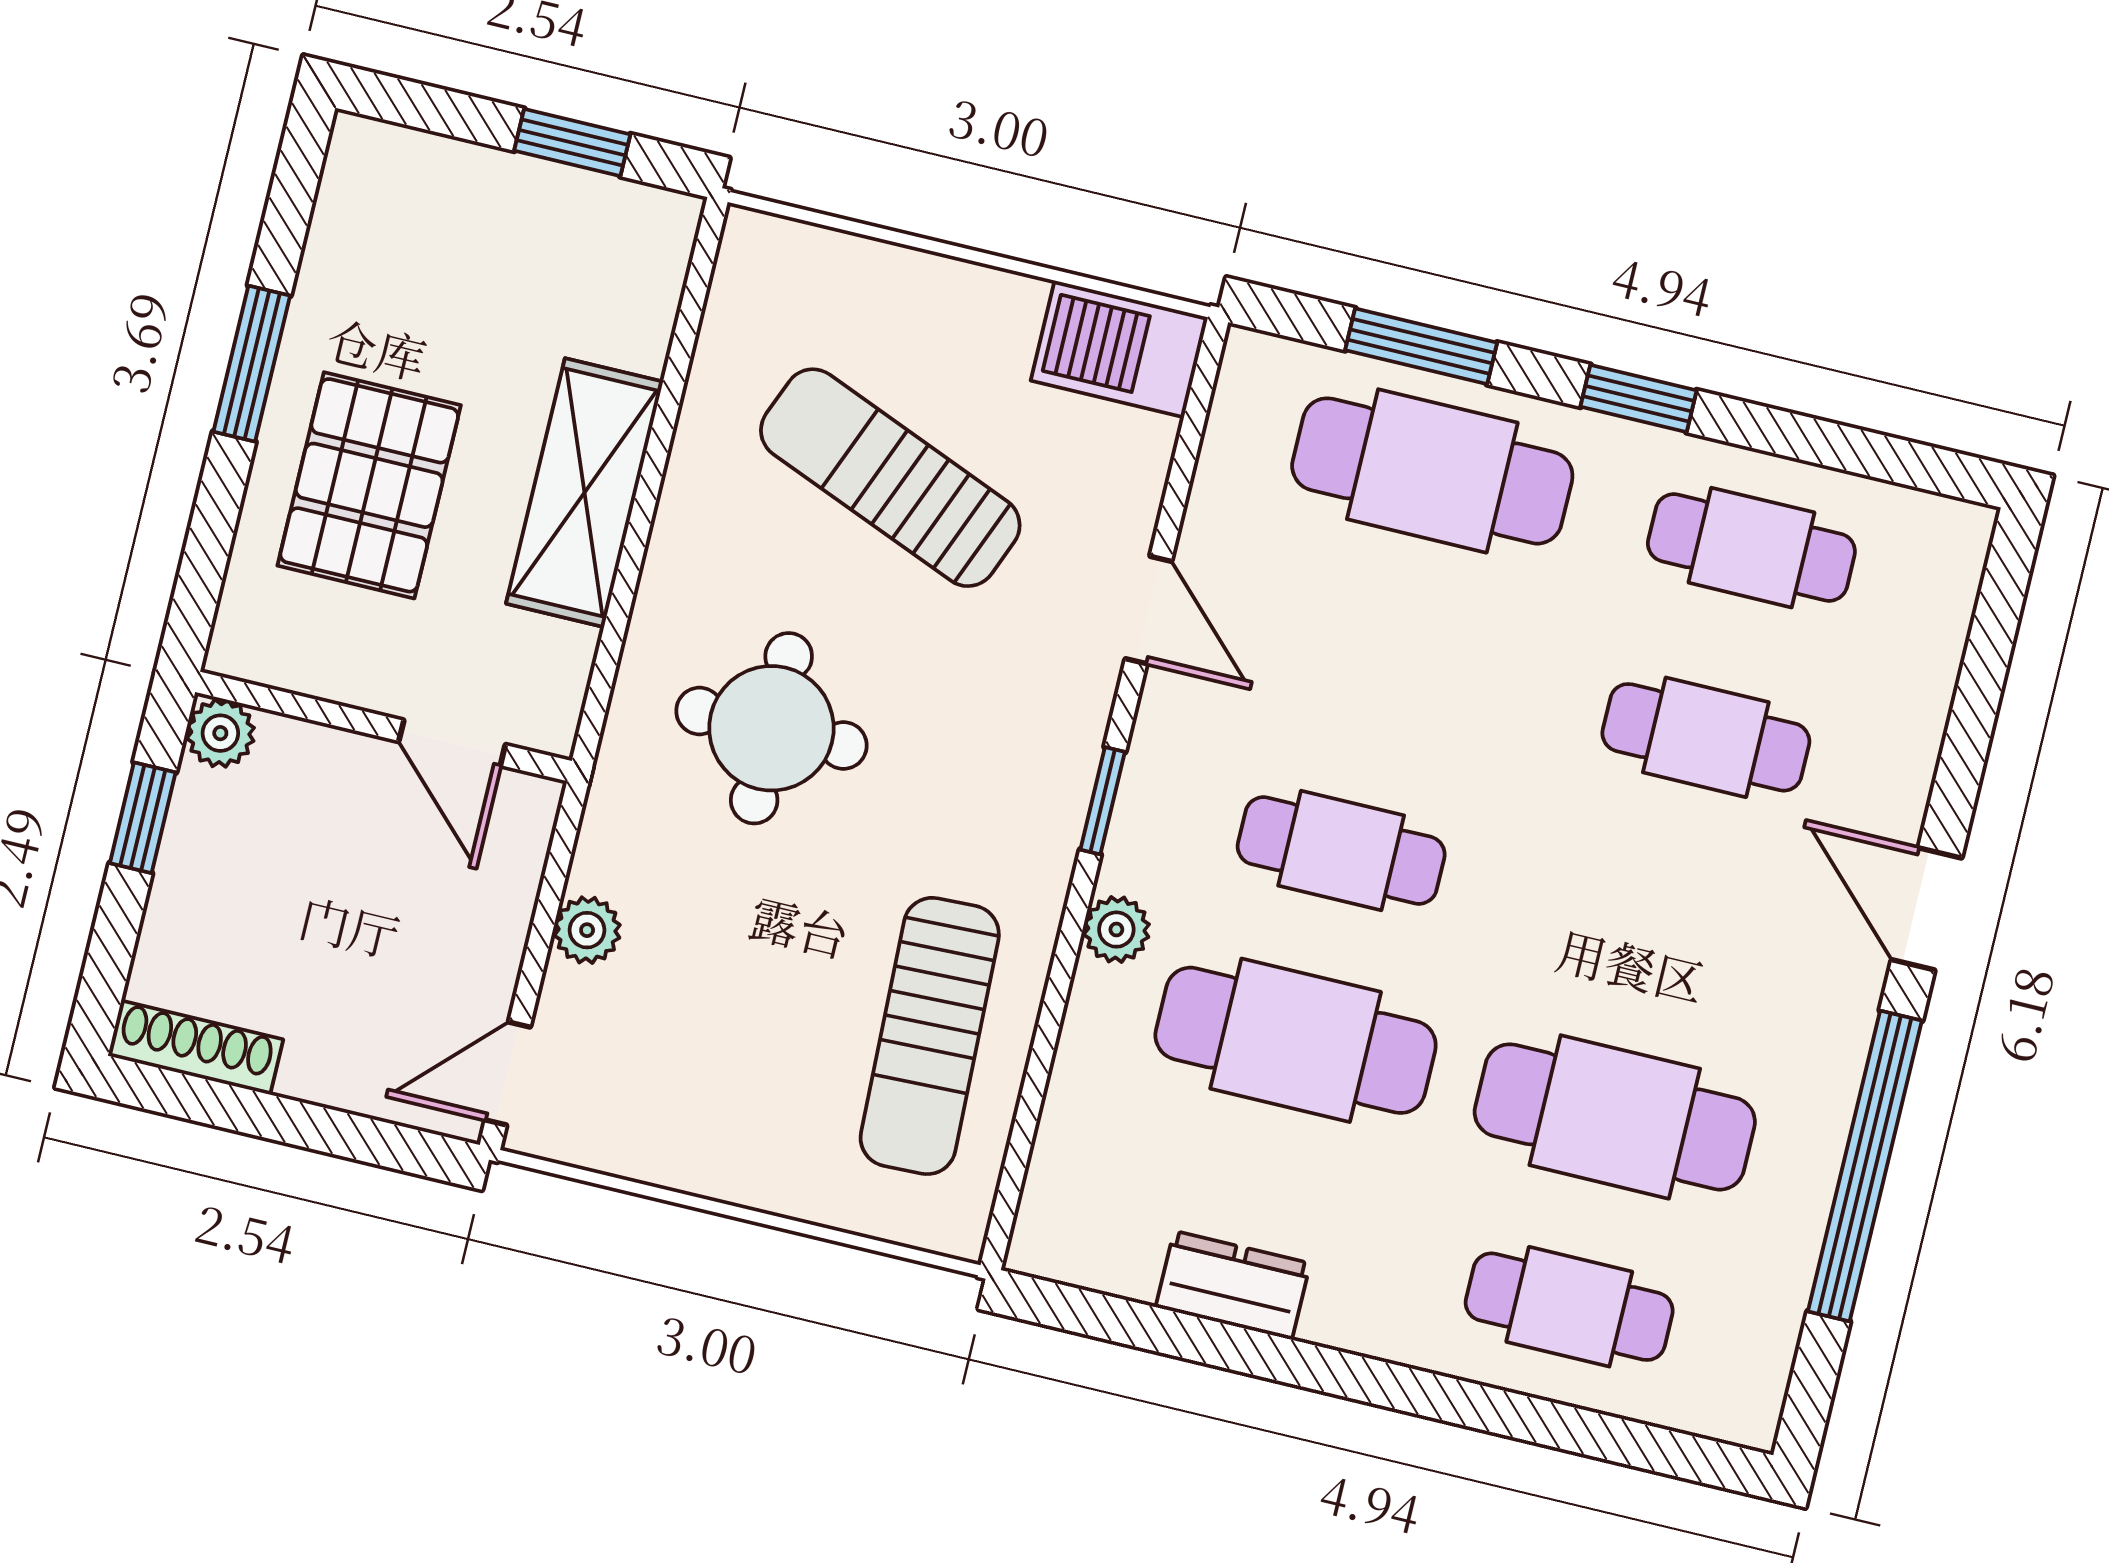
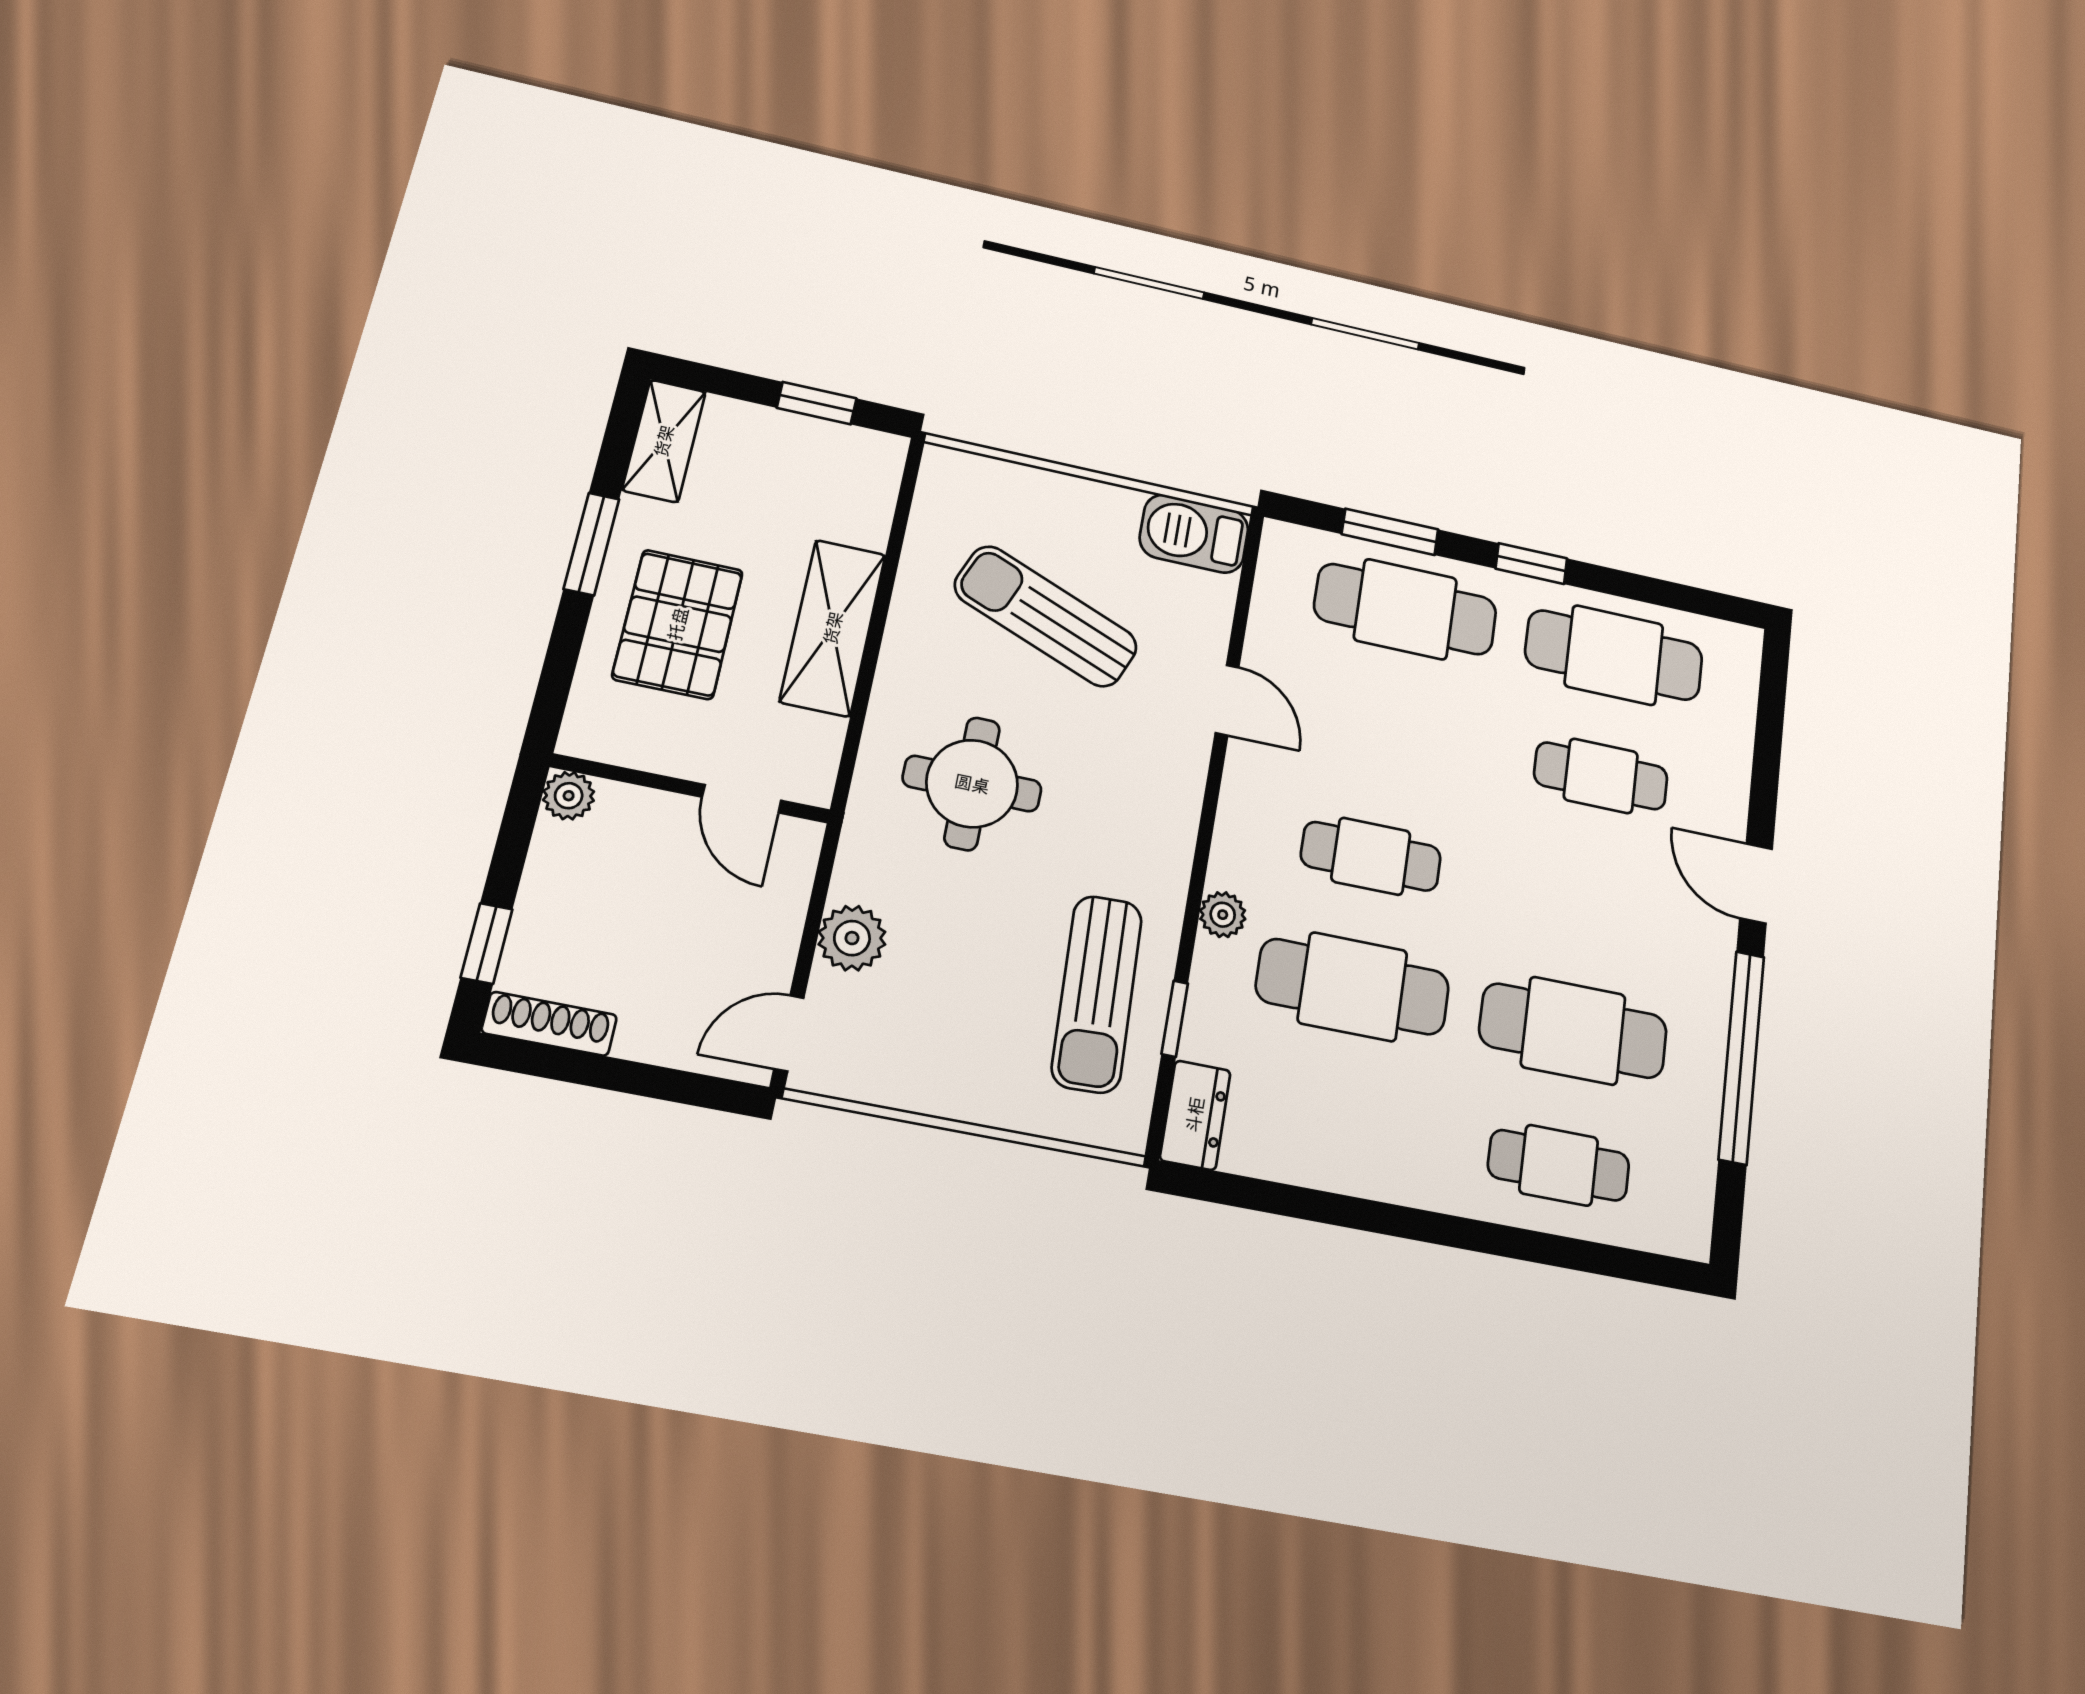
shelving: (354, 204) -> (664, 441), added
cafe table: (1751, 548) -> (1614, 655), width x1.37, depth x1.35
window: (1103, 801) -> (1175, 1019), moved
window: (143, 818) -> (487, 943), moved
plant: (587, 930) -> (852, 938), width x1.38, depth x1.38
dresser: (1233, 1285) -> (1195, 1115), moved, turned 90

